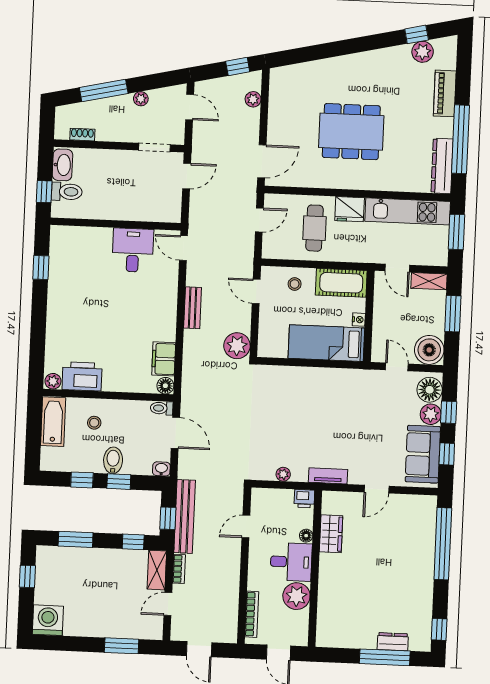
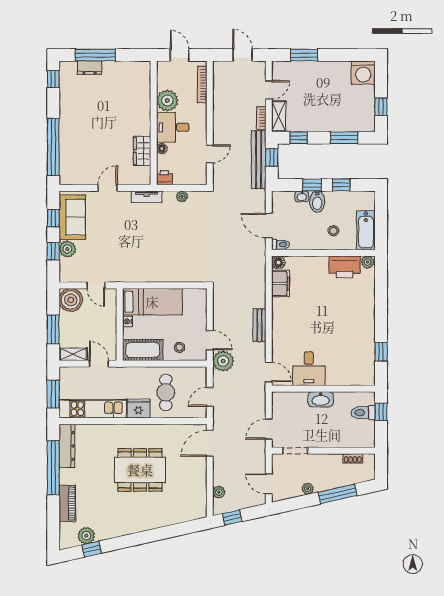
washbasin: (62, 165) -> (321, 399), moved, turned -90
plant: (237, 346) -> (223, 361), moved
floor lamp: (430, 390) -> (69, 268), removed
washbasin: (161, 469) -> (302, 196), moved

